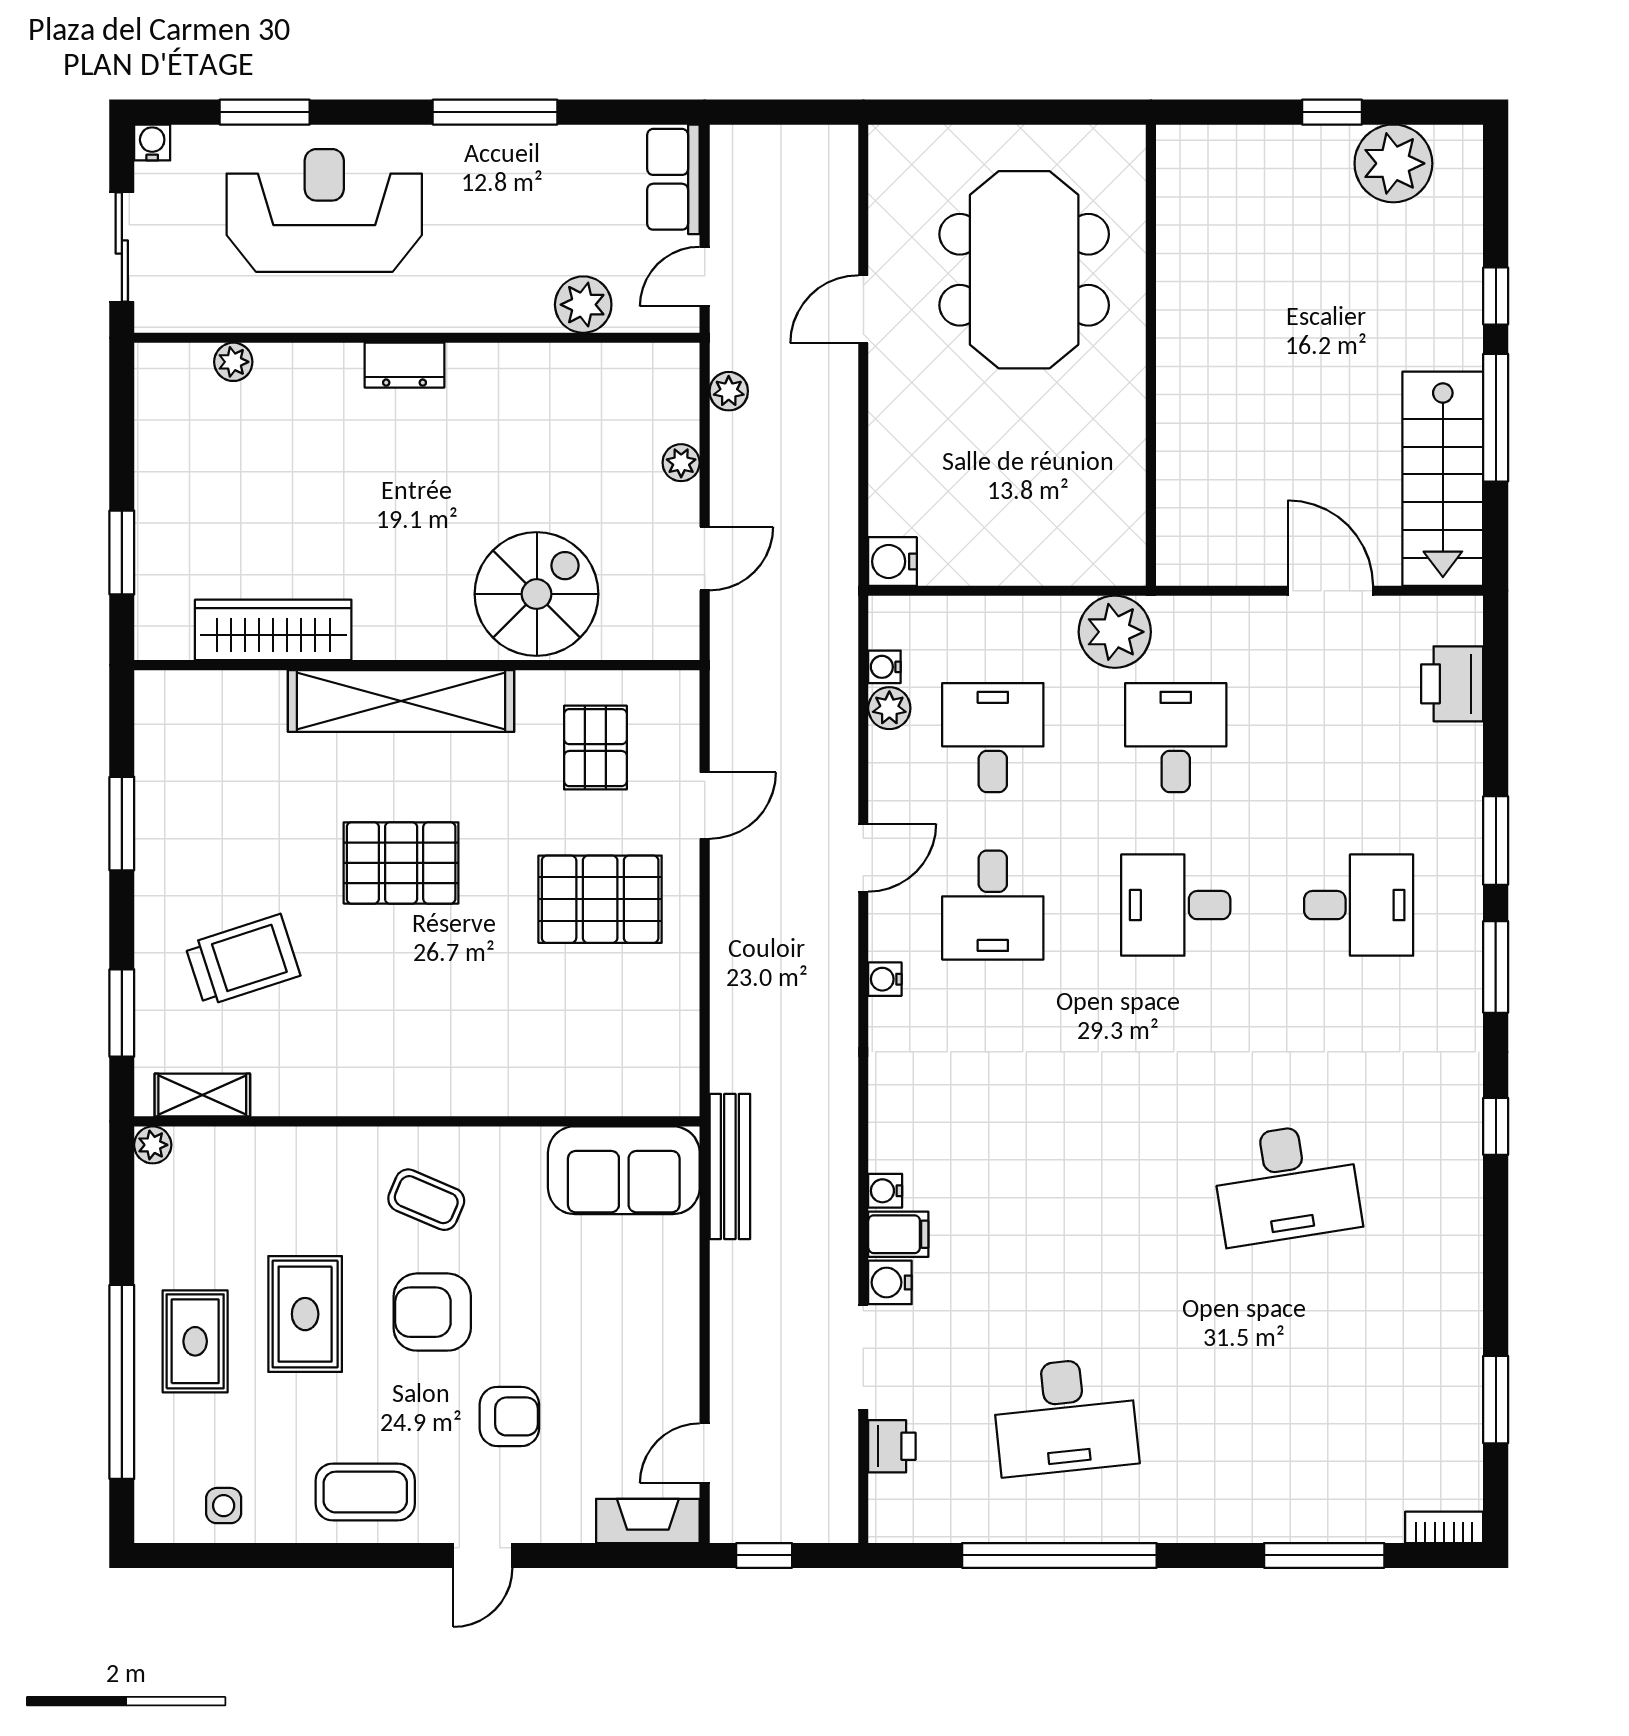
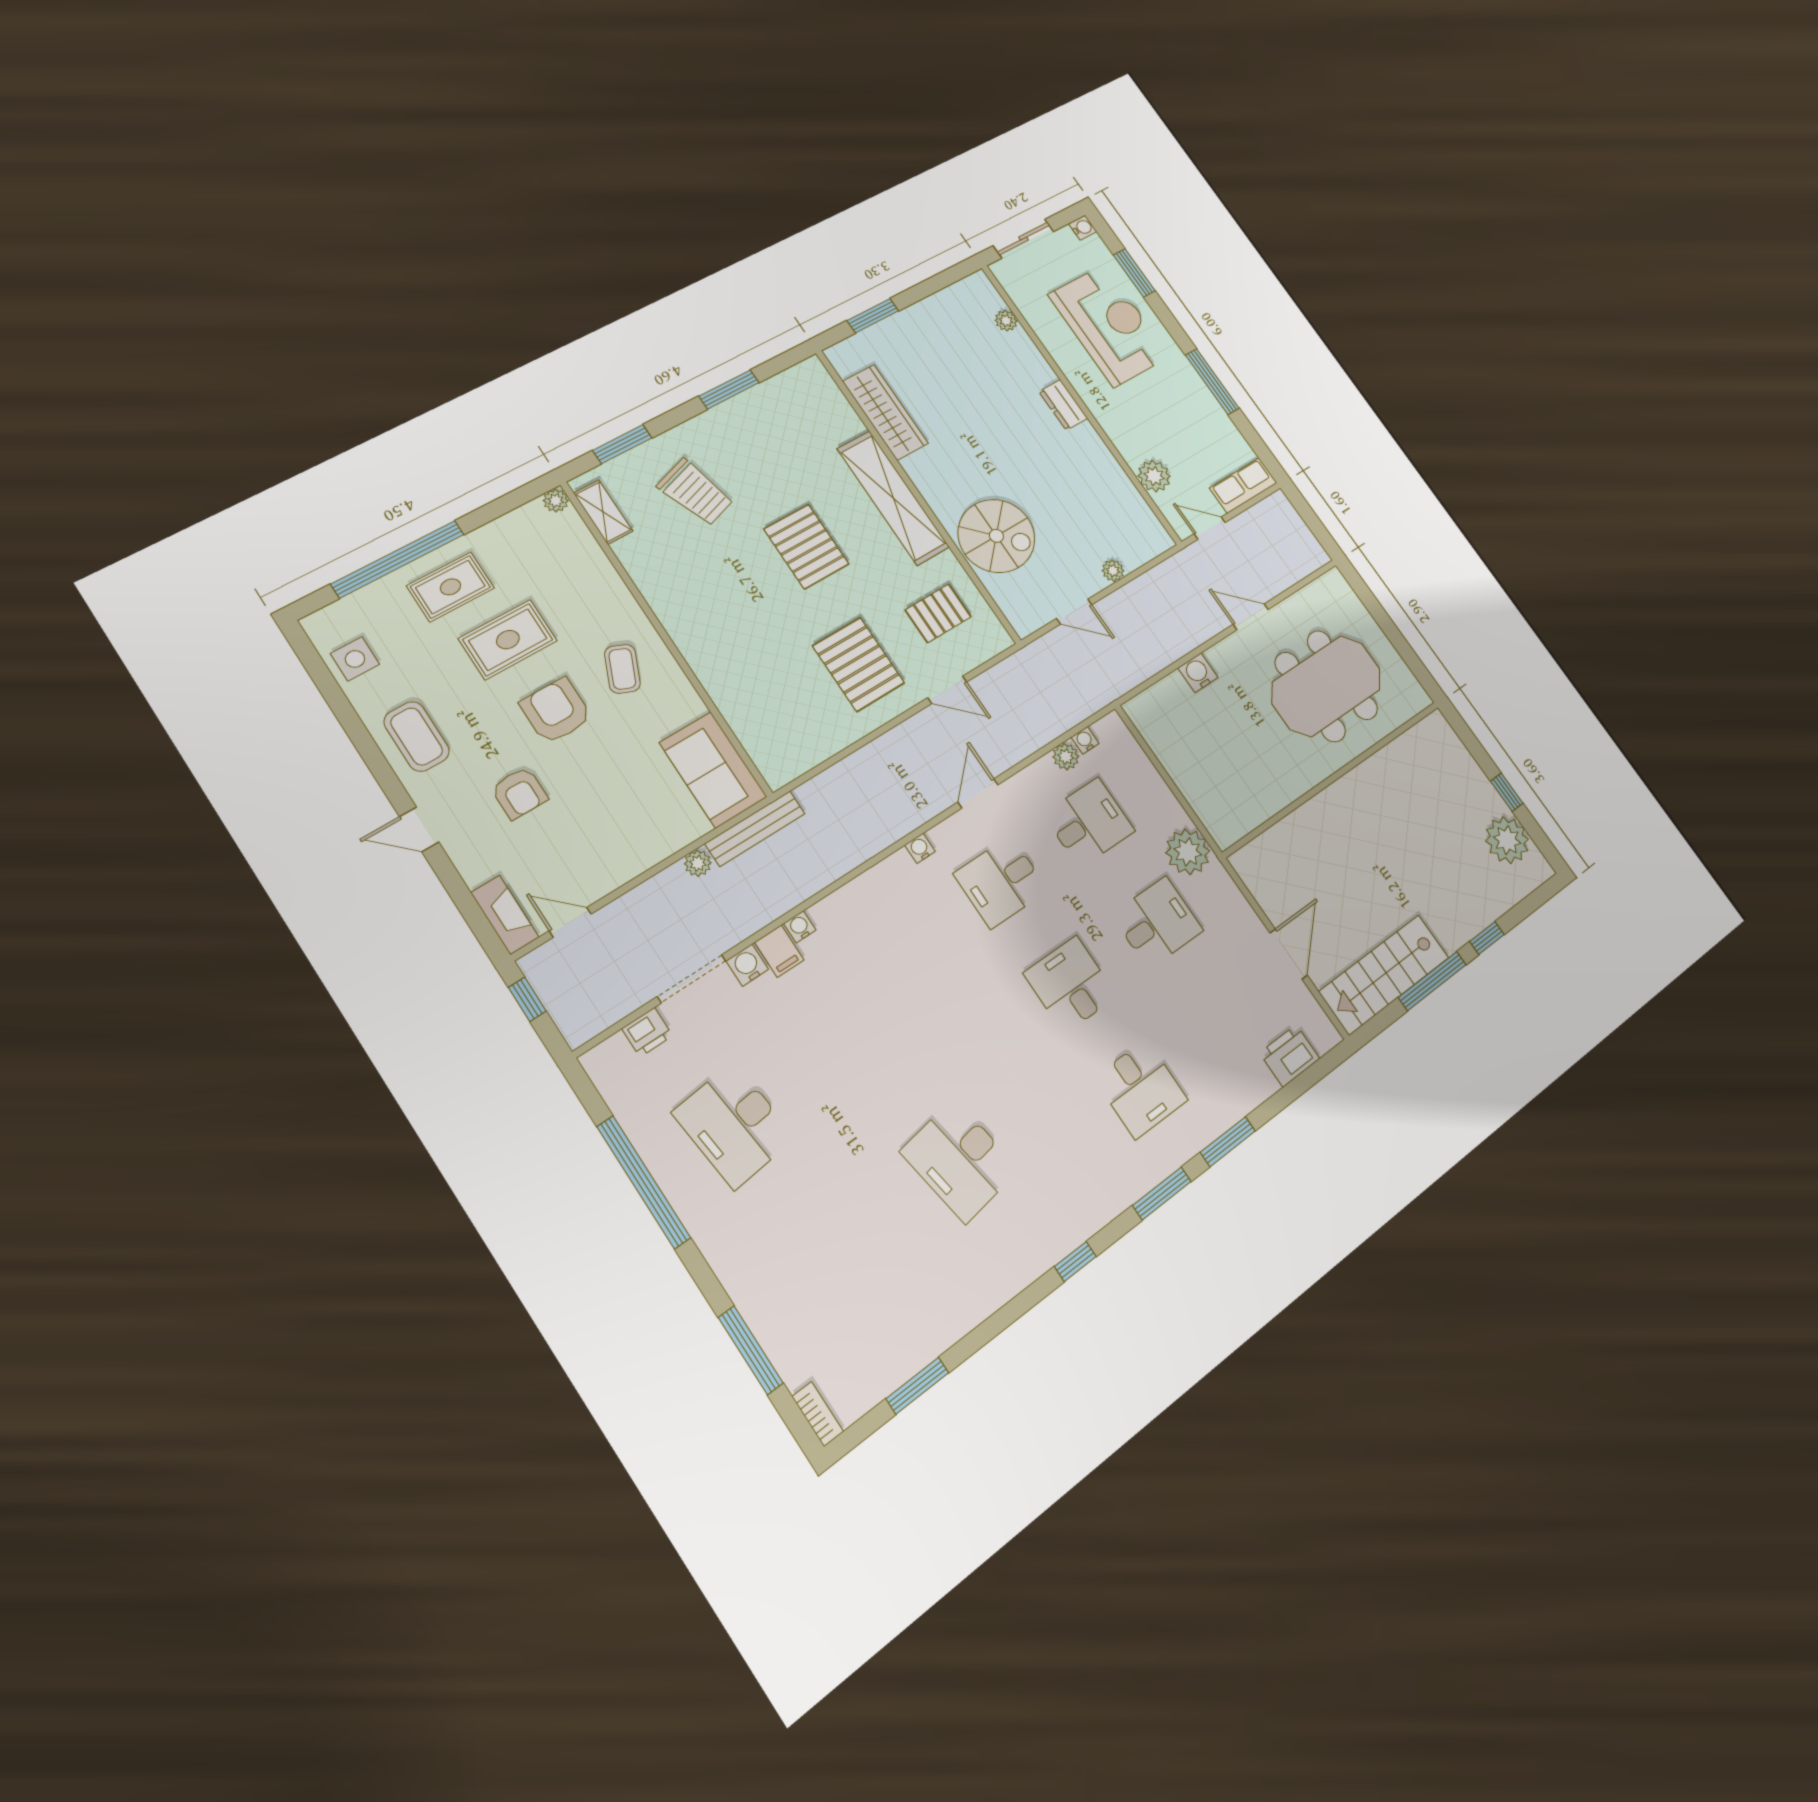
plant: (729, 391) -> (698, 863), moved
water cooler: (893, 561) -> (1198, 673), moved
door: (863, 858) -> (978, 793), swing flipped
side table: (224, 1506) -> (355, 659), width x1.37, depth x1.37

